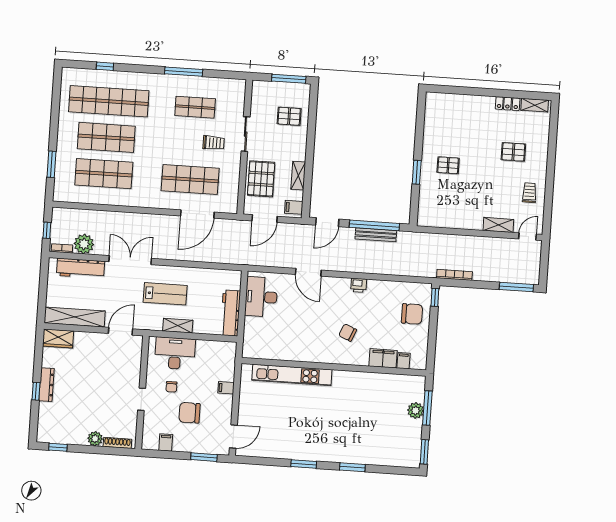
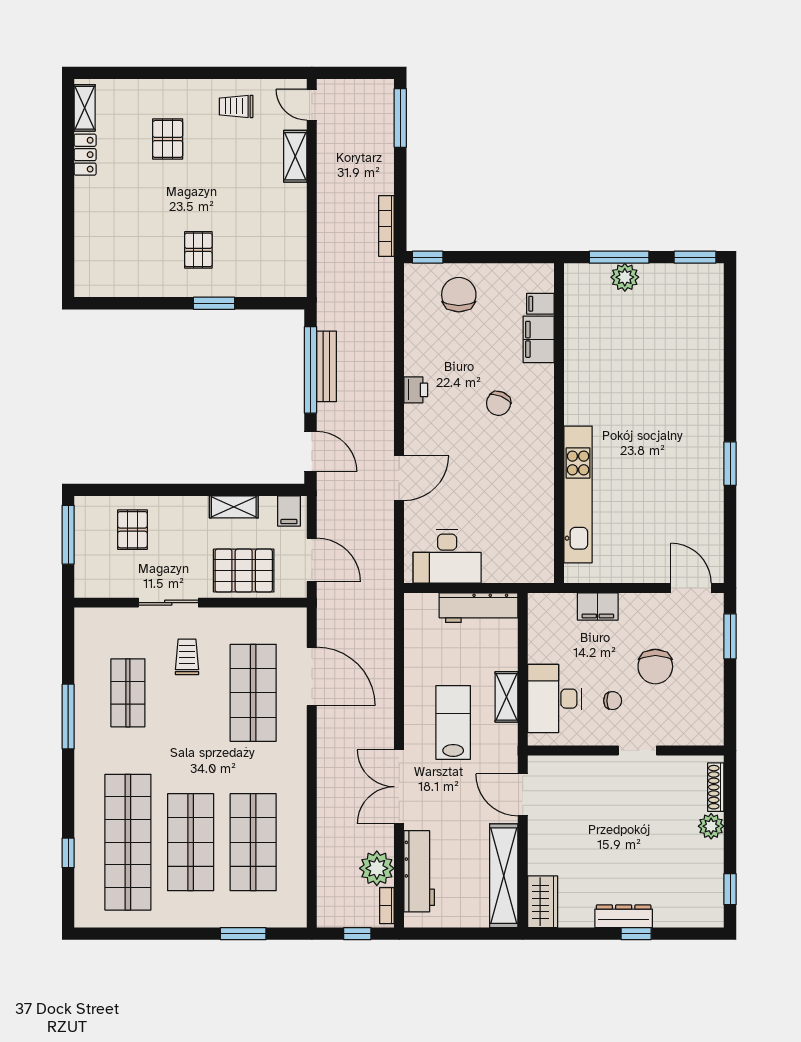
filing cabinet: (226, 388) -> (598, 607), width x2.00
filing cabinet: (166, 442) -> (709, 704), removed
window: (352, 467) -> (730, 379), removed

